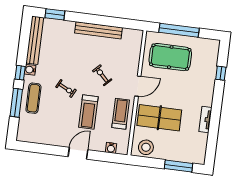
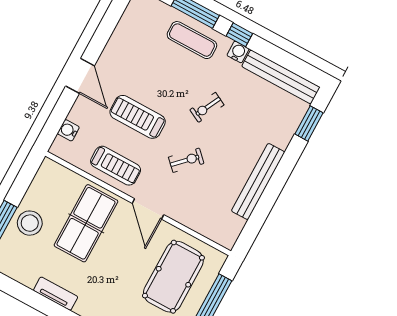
exercise bike: (66, 88) -> (207, 107), moved
stool: (146, 147) -> (30, 223), moved

